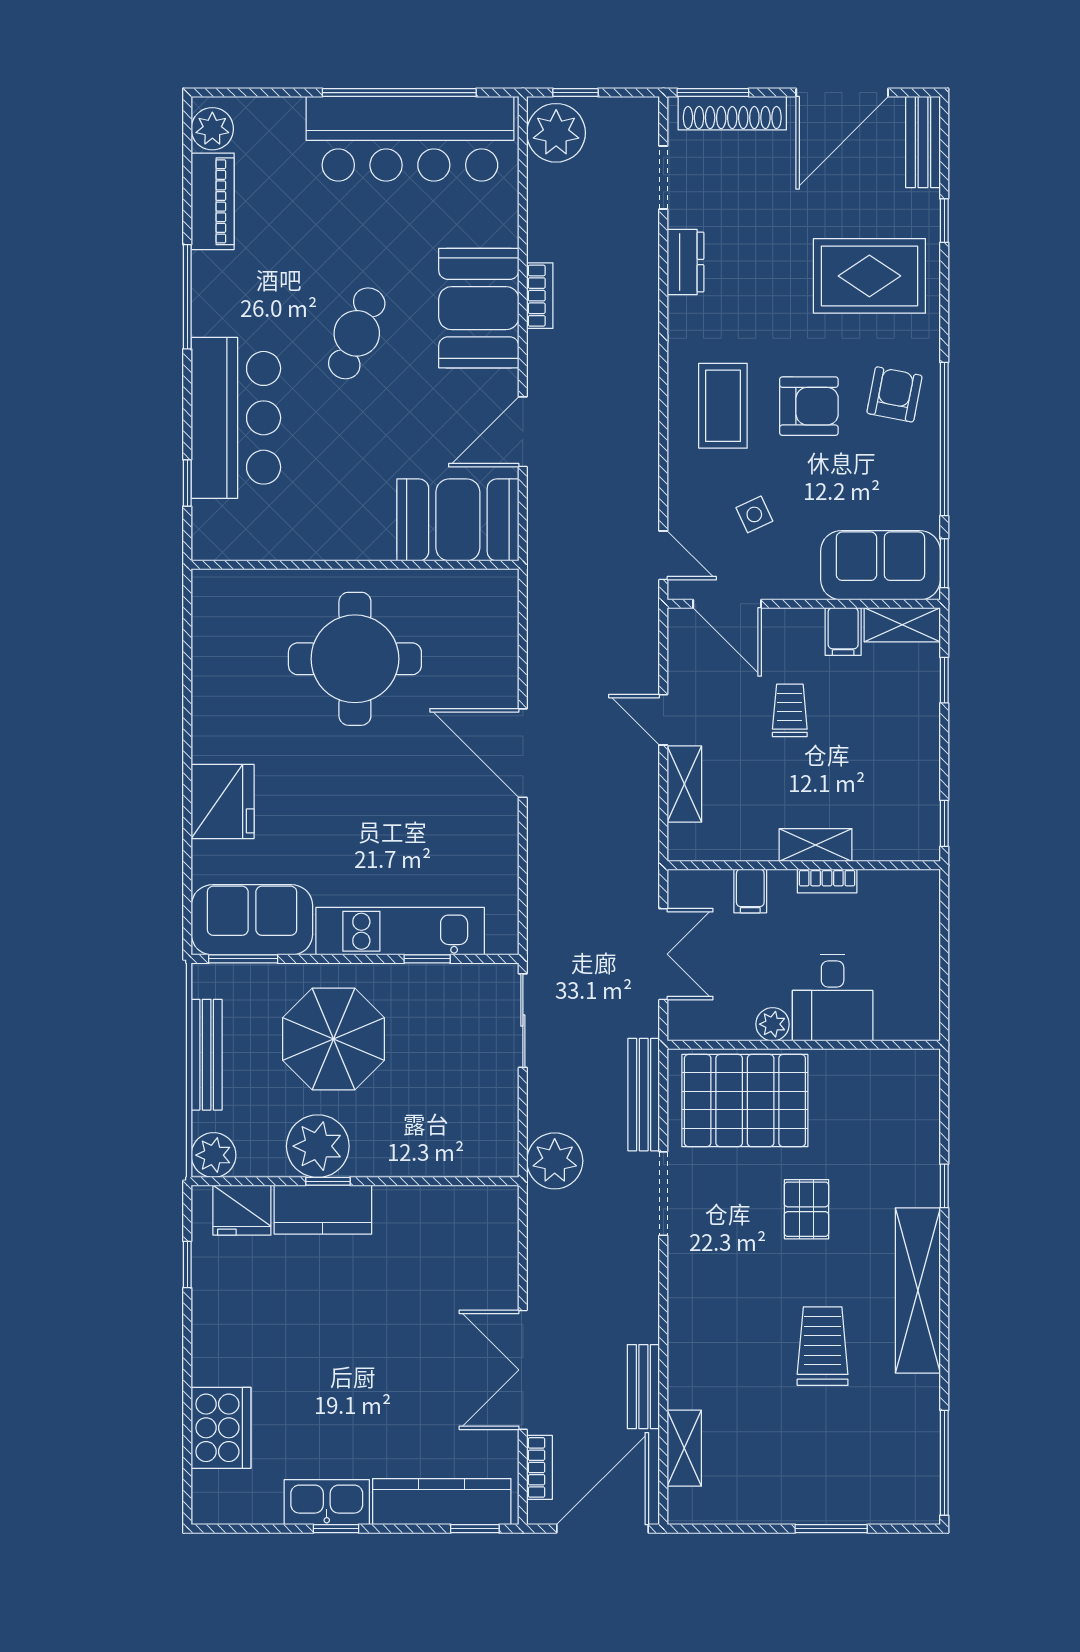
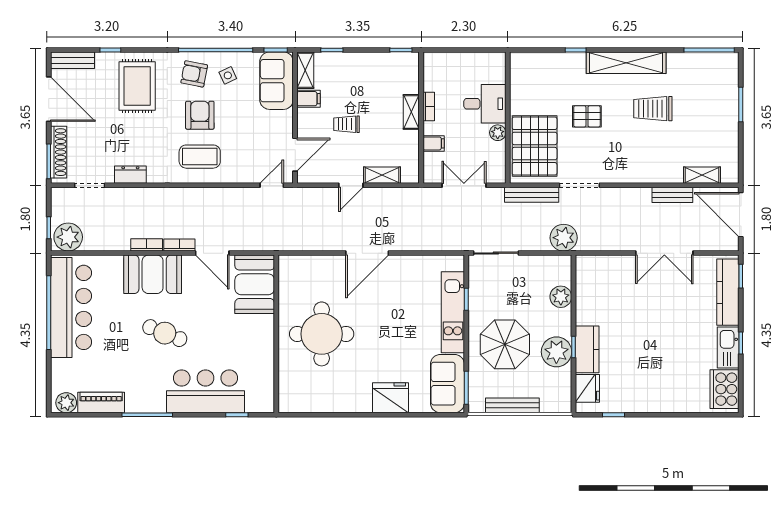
side table: (754, 514) -> (228, 75), moved
plant: (213, 1155) -> (561, 297), moved
cooker: (221, 1428) -> (725, 389), moved, turned -90
bookcase: (540, 1467) -> (179, 245), moved

